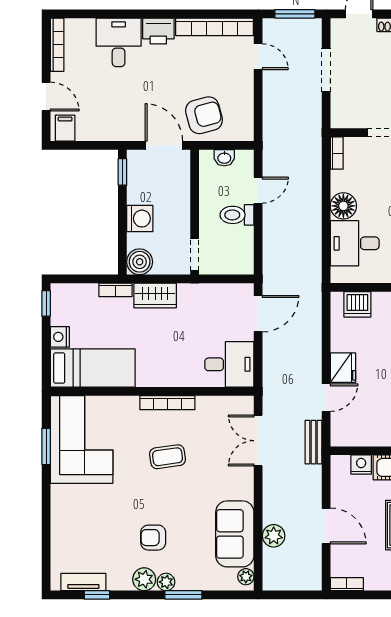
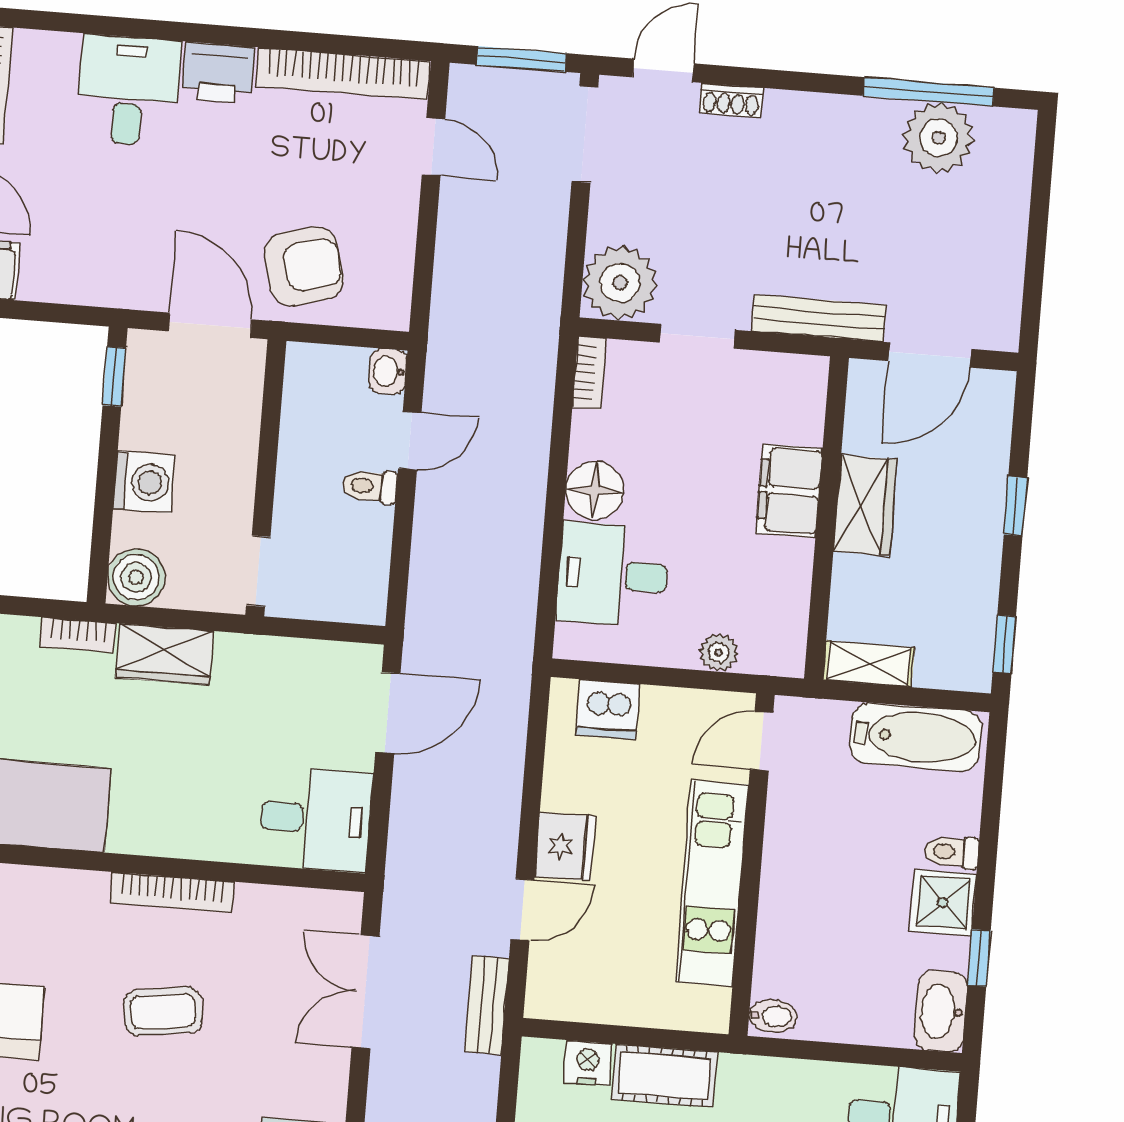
doorway: (326, 70) -> (585, 134), moved
plant: (347, 111) -> (620, 283), added
washbasin: (224, 158) -> (388, 371), moved, turned 90
toilet: (237, 215) -> (370, 486), width x0.73, depth x0.72

